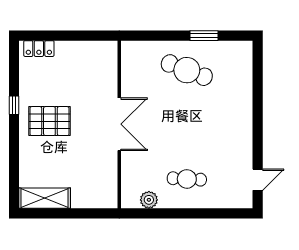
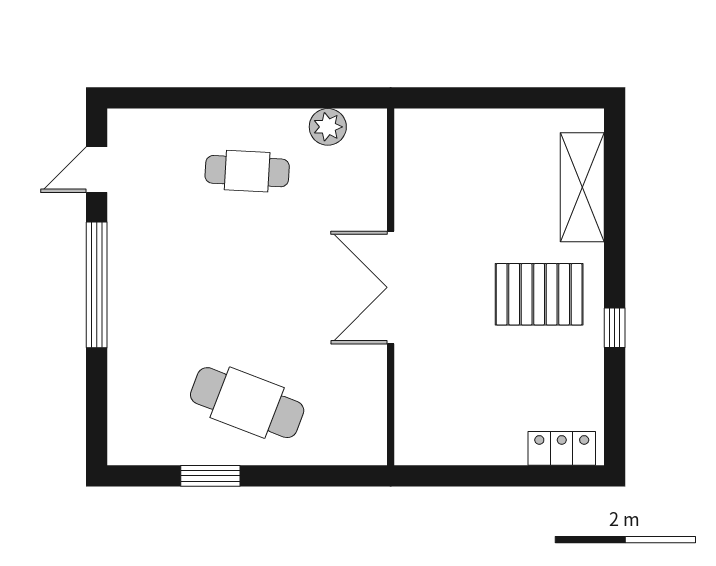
window: (258, 125) -> (97, 285), added
shelving: (45, 198) -> (582, 187), moved, turned 90

